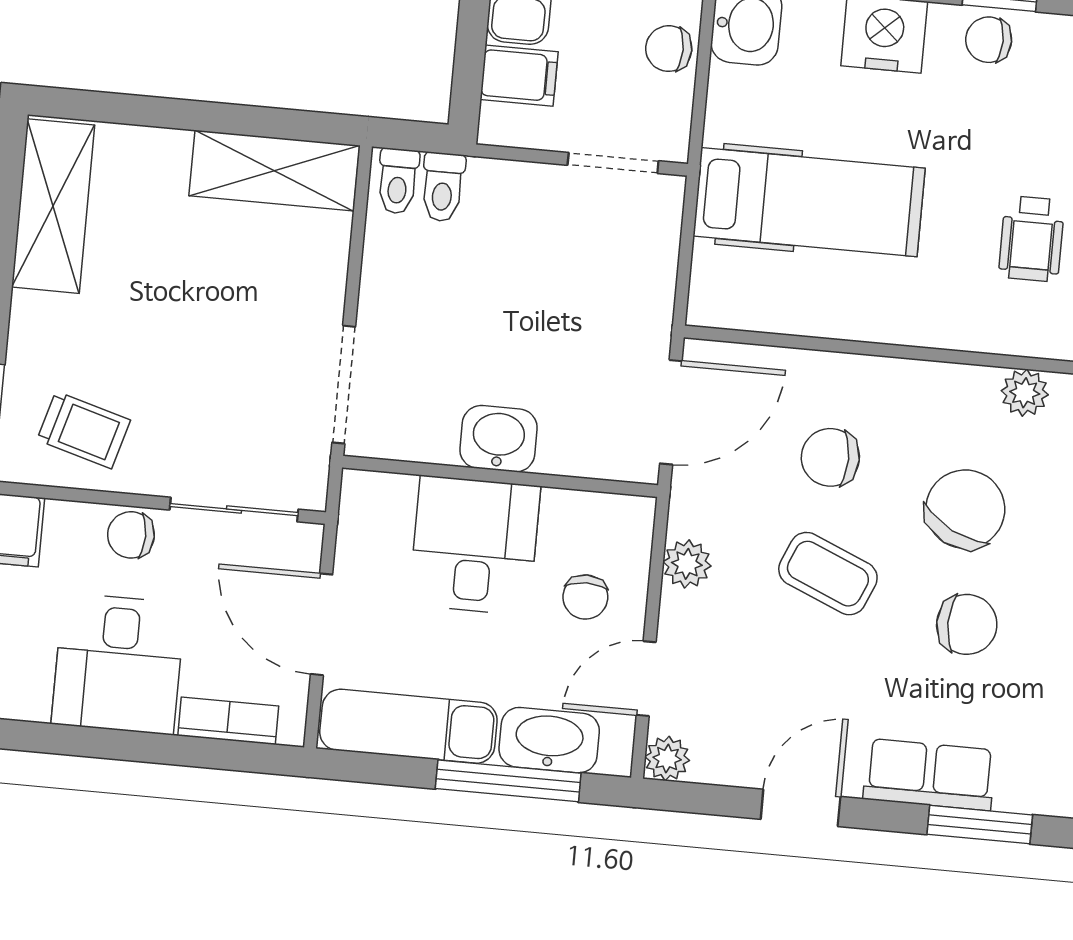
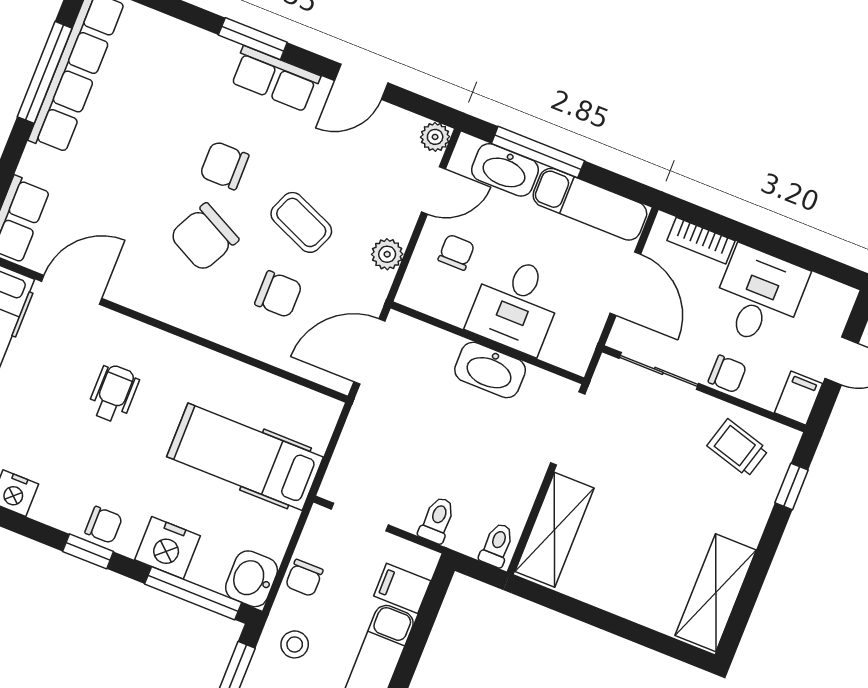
chair: (669, 49) -> (304, 578), turned 90
shelving: (274, 171) -> (554, 530), moved, turned 90
toilet: (443, 187) -> (437, 520), moved
plant: (1025, 393) -> (146, 299), removed
washbasin: (498, 439) -> (490, 370), width x1.38

